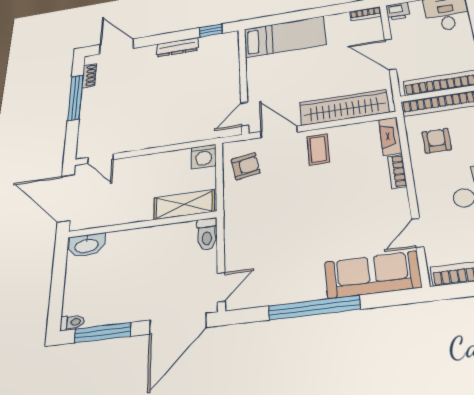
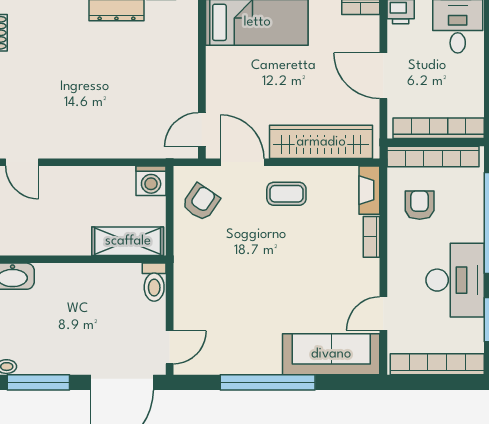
coffee table: (318, 149) -> (286, 194), turned 90
armchair: (246, 166) -> (201, 202), turned -46

